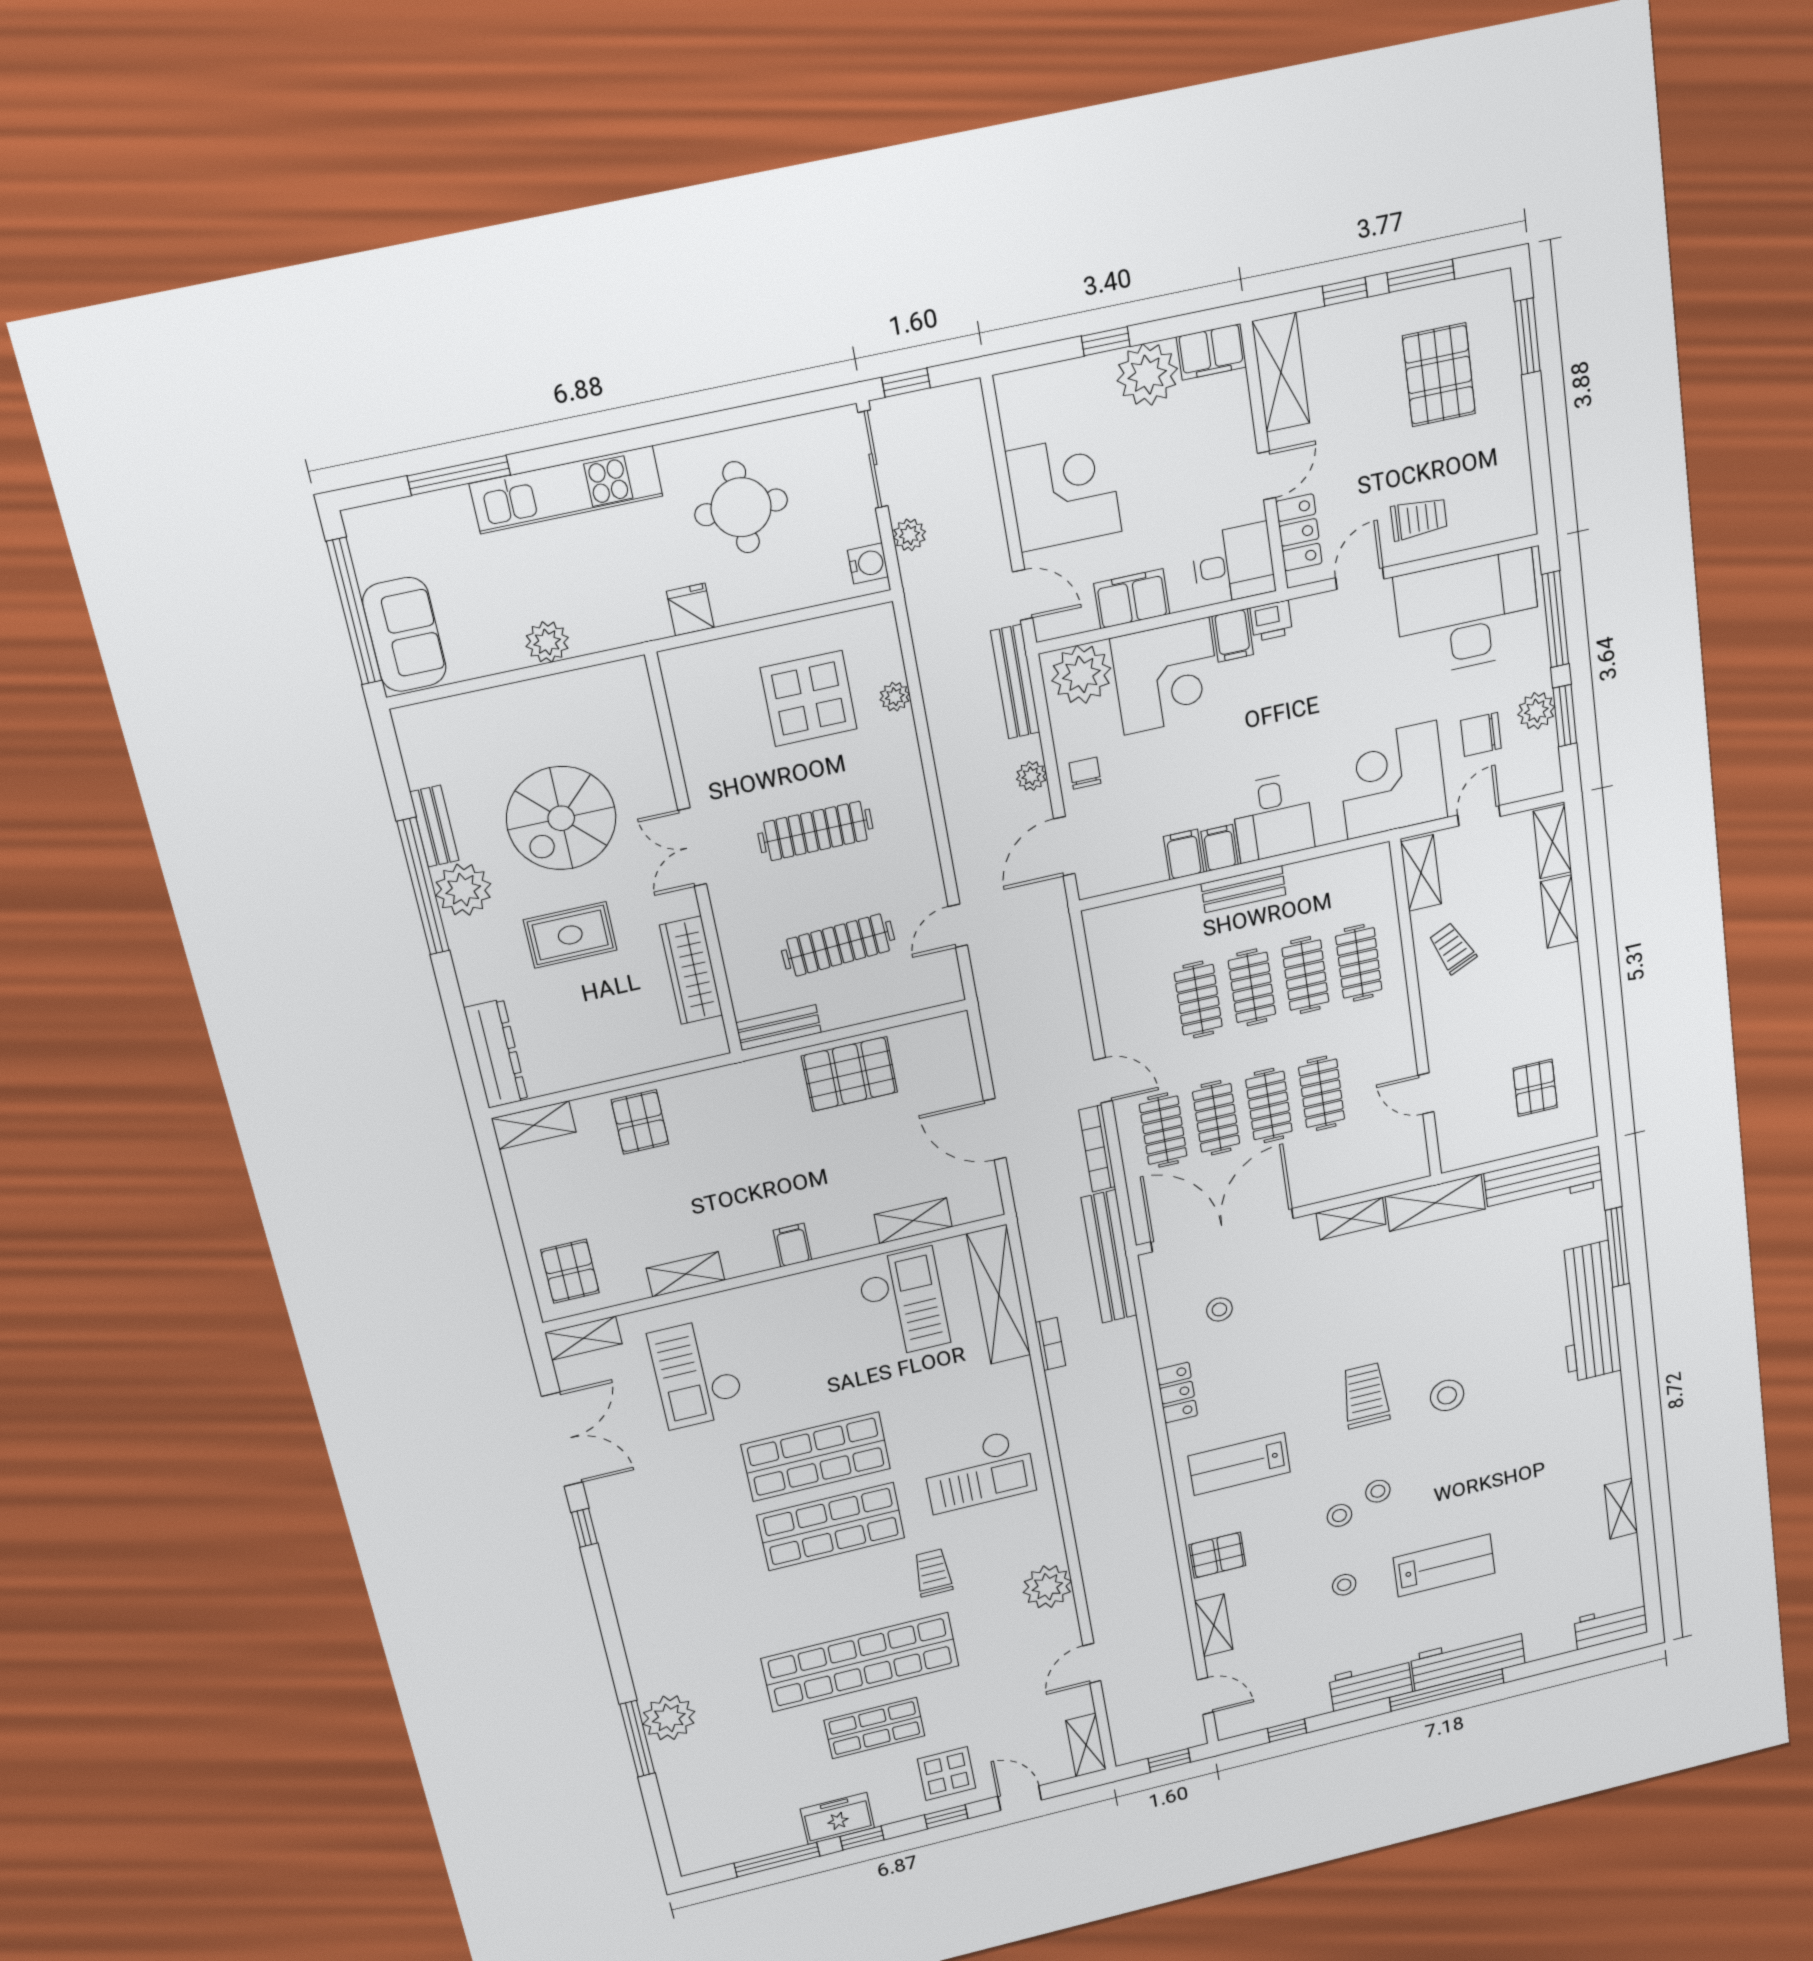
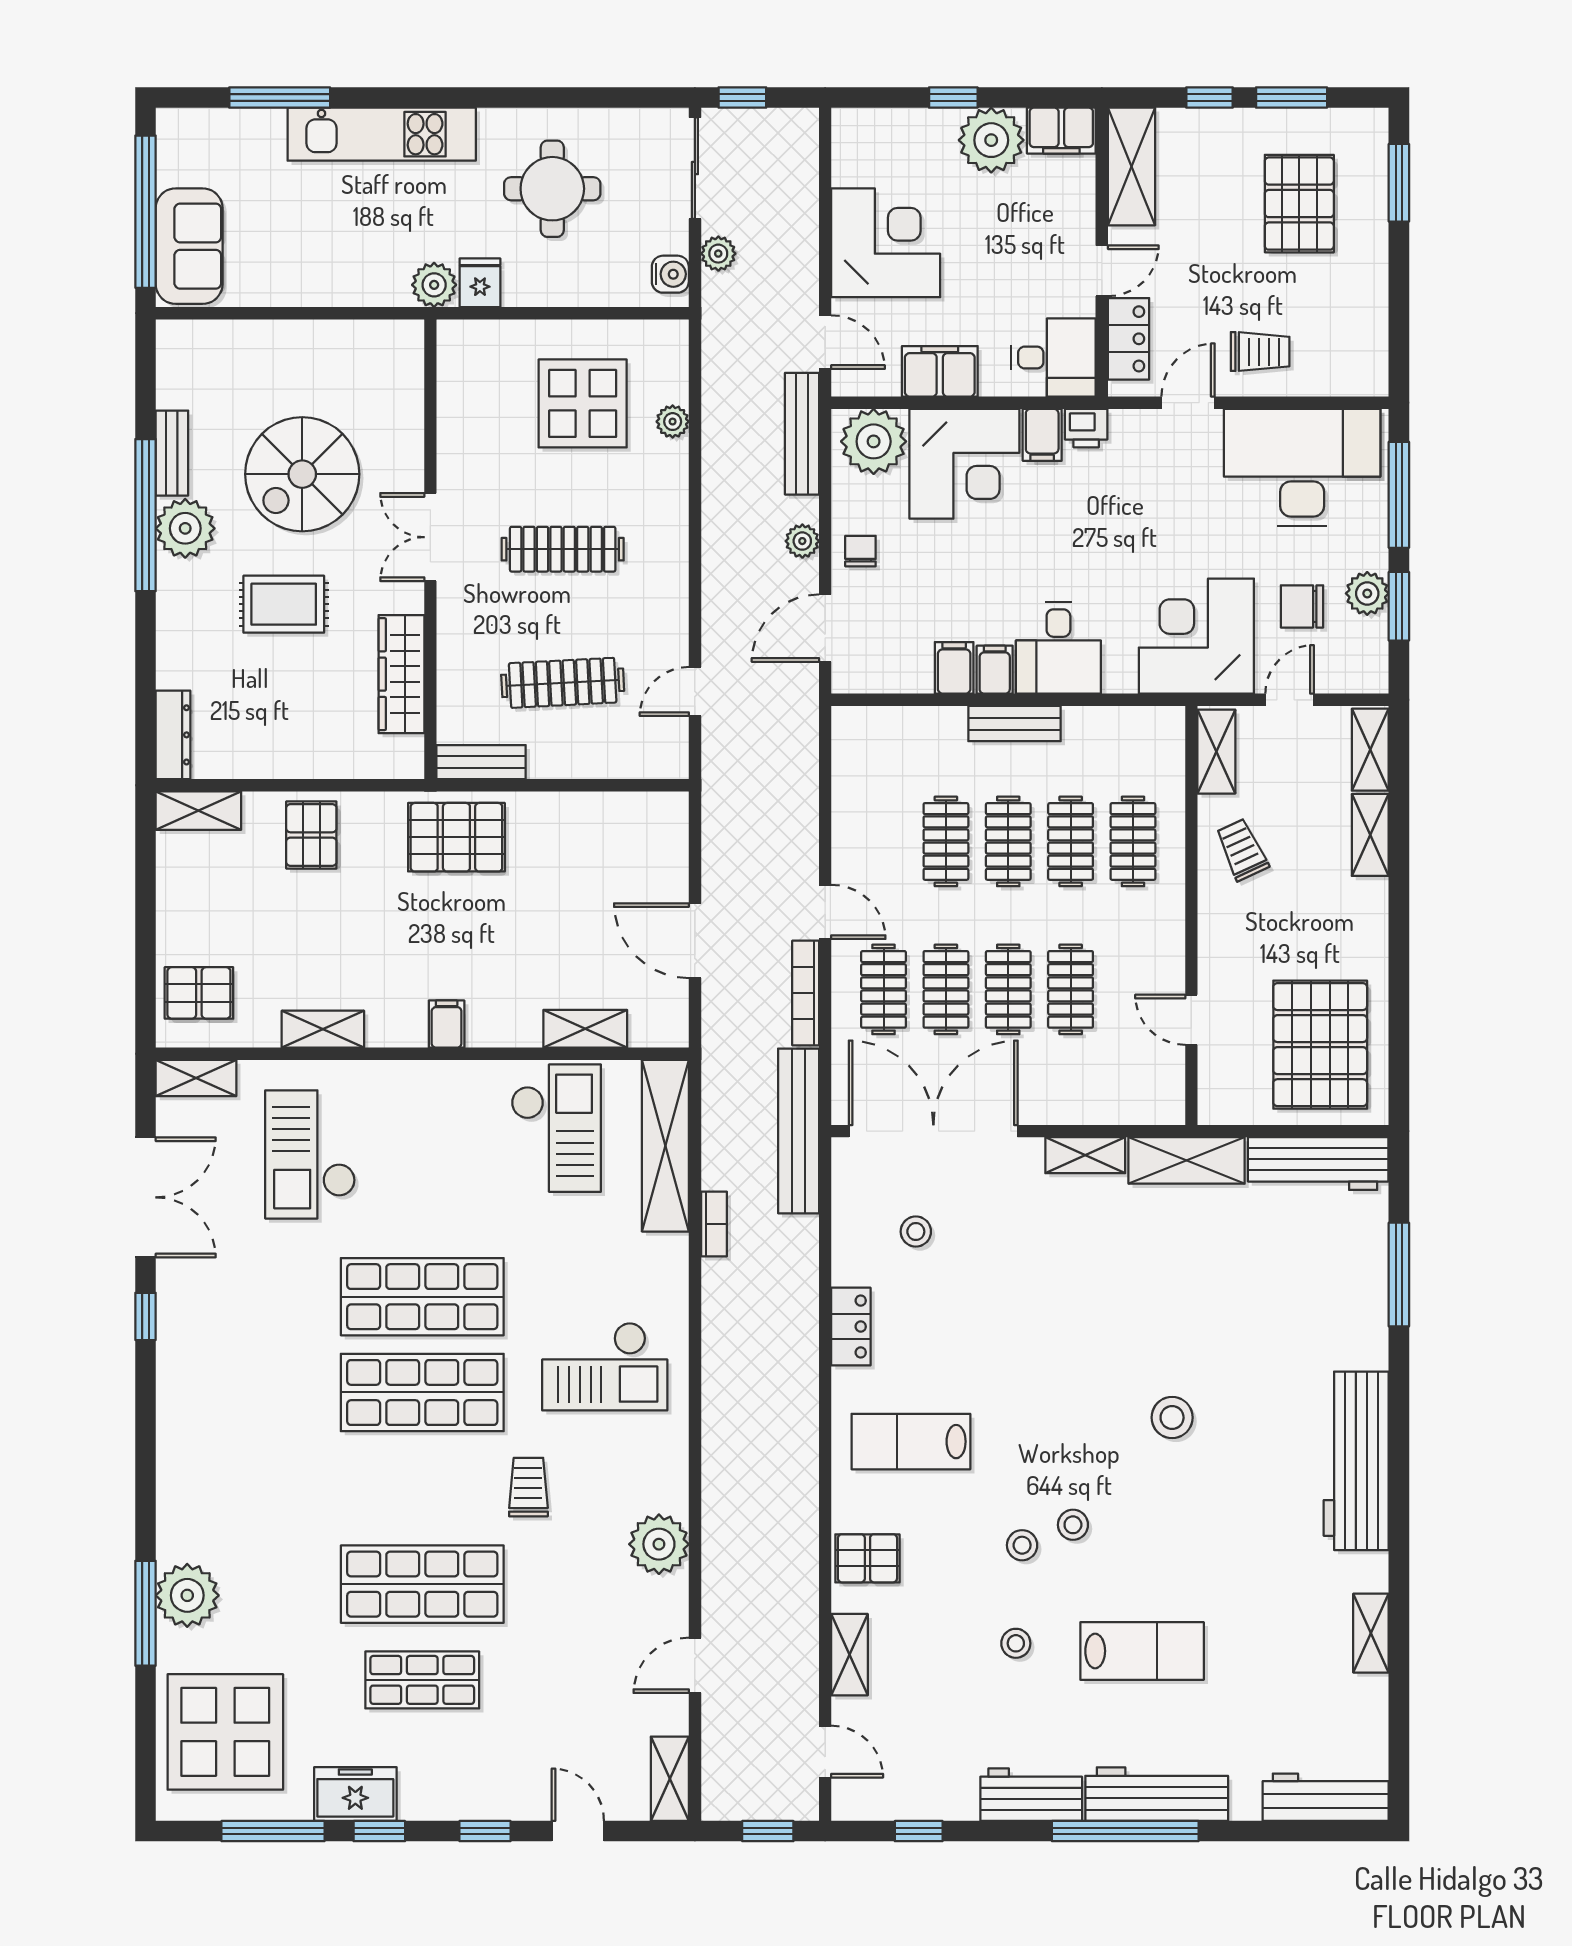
plant: (547, 642) -> (434, 285), moved
dresser: (496, 1054) -> (173, 735), width x0.73, depth x0.80
pallet: (850, 1074) -> (456, 837), moved
pallet: (1535, 1088) -> (1320, 1045), width x2.05, depth x2.00
pallet: (570, 1271) -> (199, 993), turned 90
workbench: (1589, 1312) -> (1356, 1461), moved
trolley: (1366, 1396) -> (1074, 1391), removed
workbench: (1611, 1625) -> (1326, 1797), width x1.38
shop shelf: (860, 1662) -> (422, 1584), width x0.71
display table: (947, 1774) -> (225, 1732), moved, width x1.86, depth x1.86

